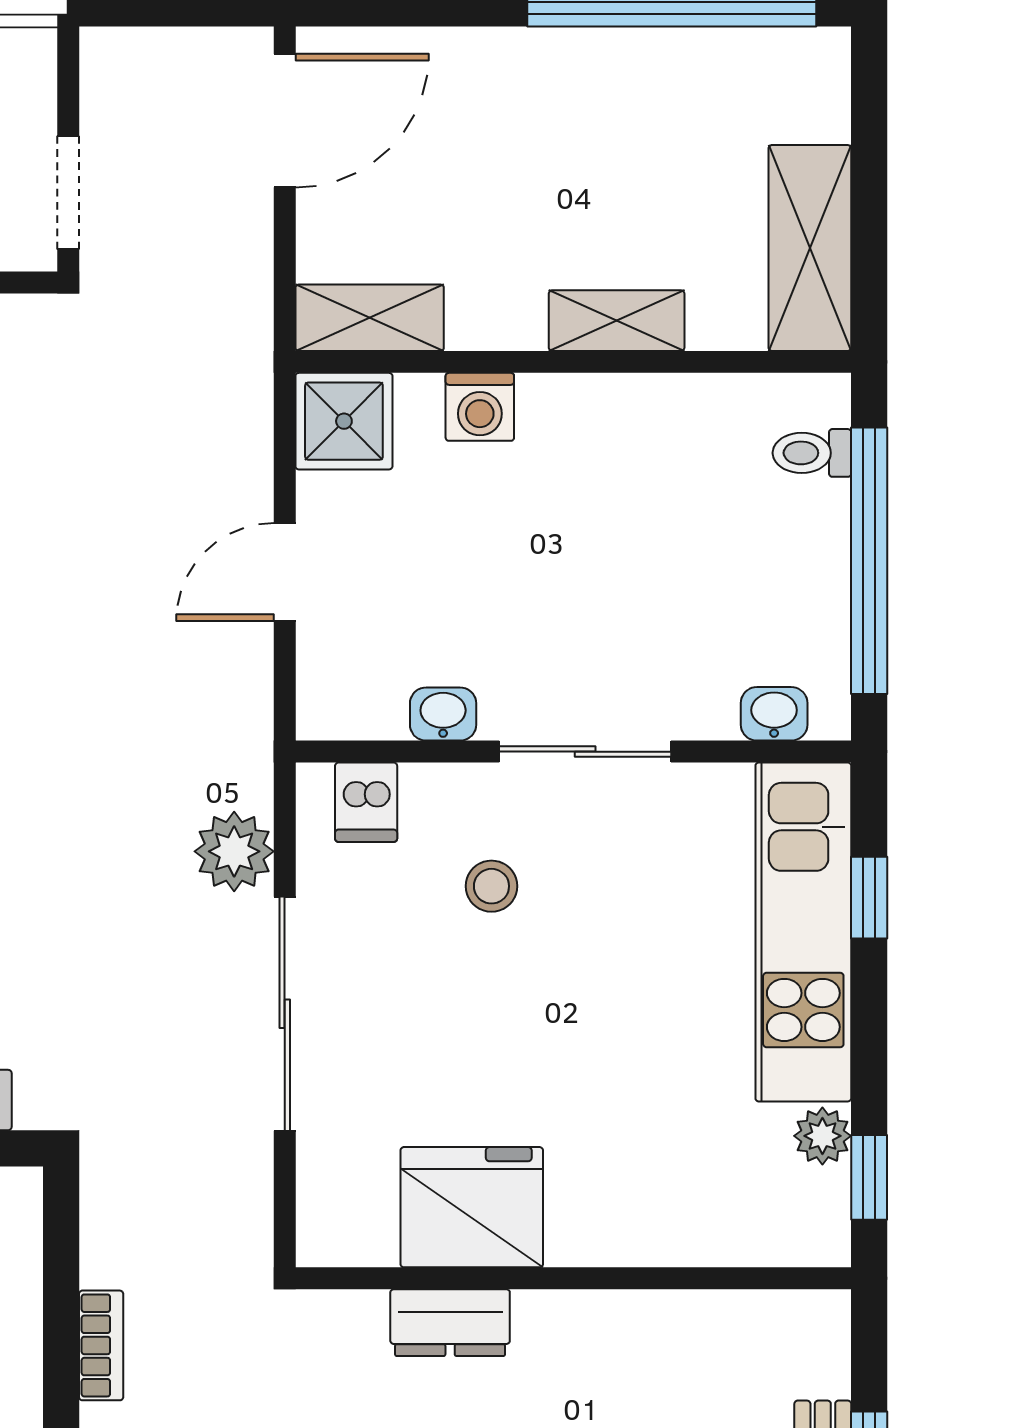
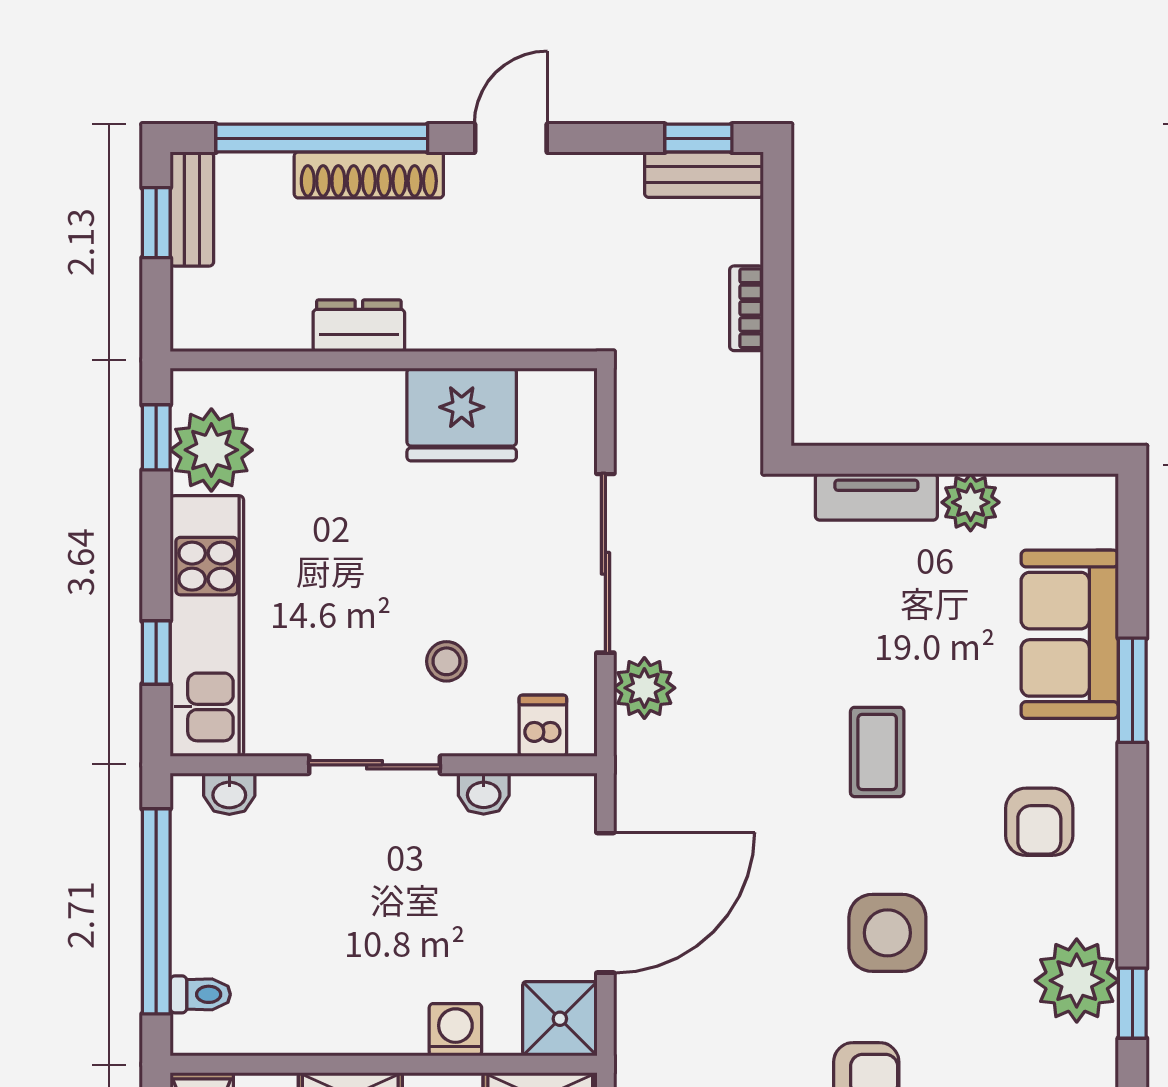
door: (285, 572) -> (605, 903), width x1.87
plant: (822, 1136) -> (211, 450), width x1.88, depth x1.88
dresser: (450, 1323) -> (359, 326), moved

